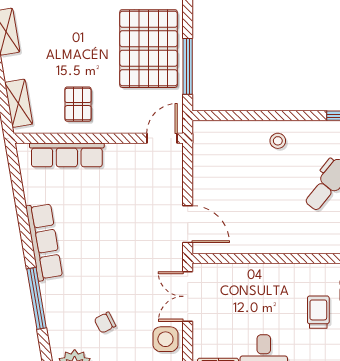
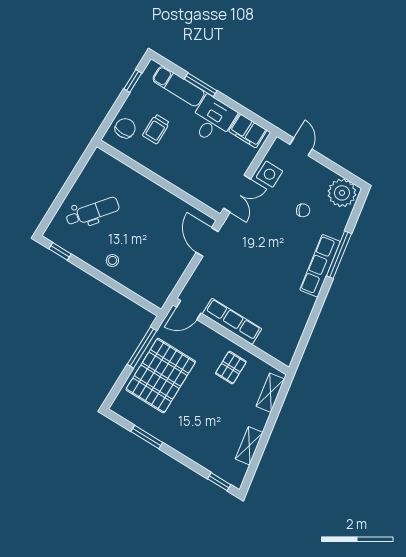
row of seats: (67, 155) -> (232, 321), moved
row of seats: (44, 242) -> (320, 266), moved

